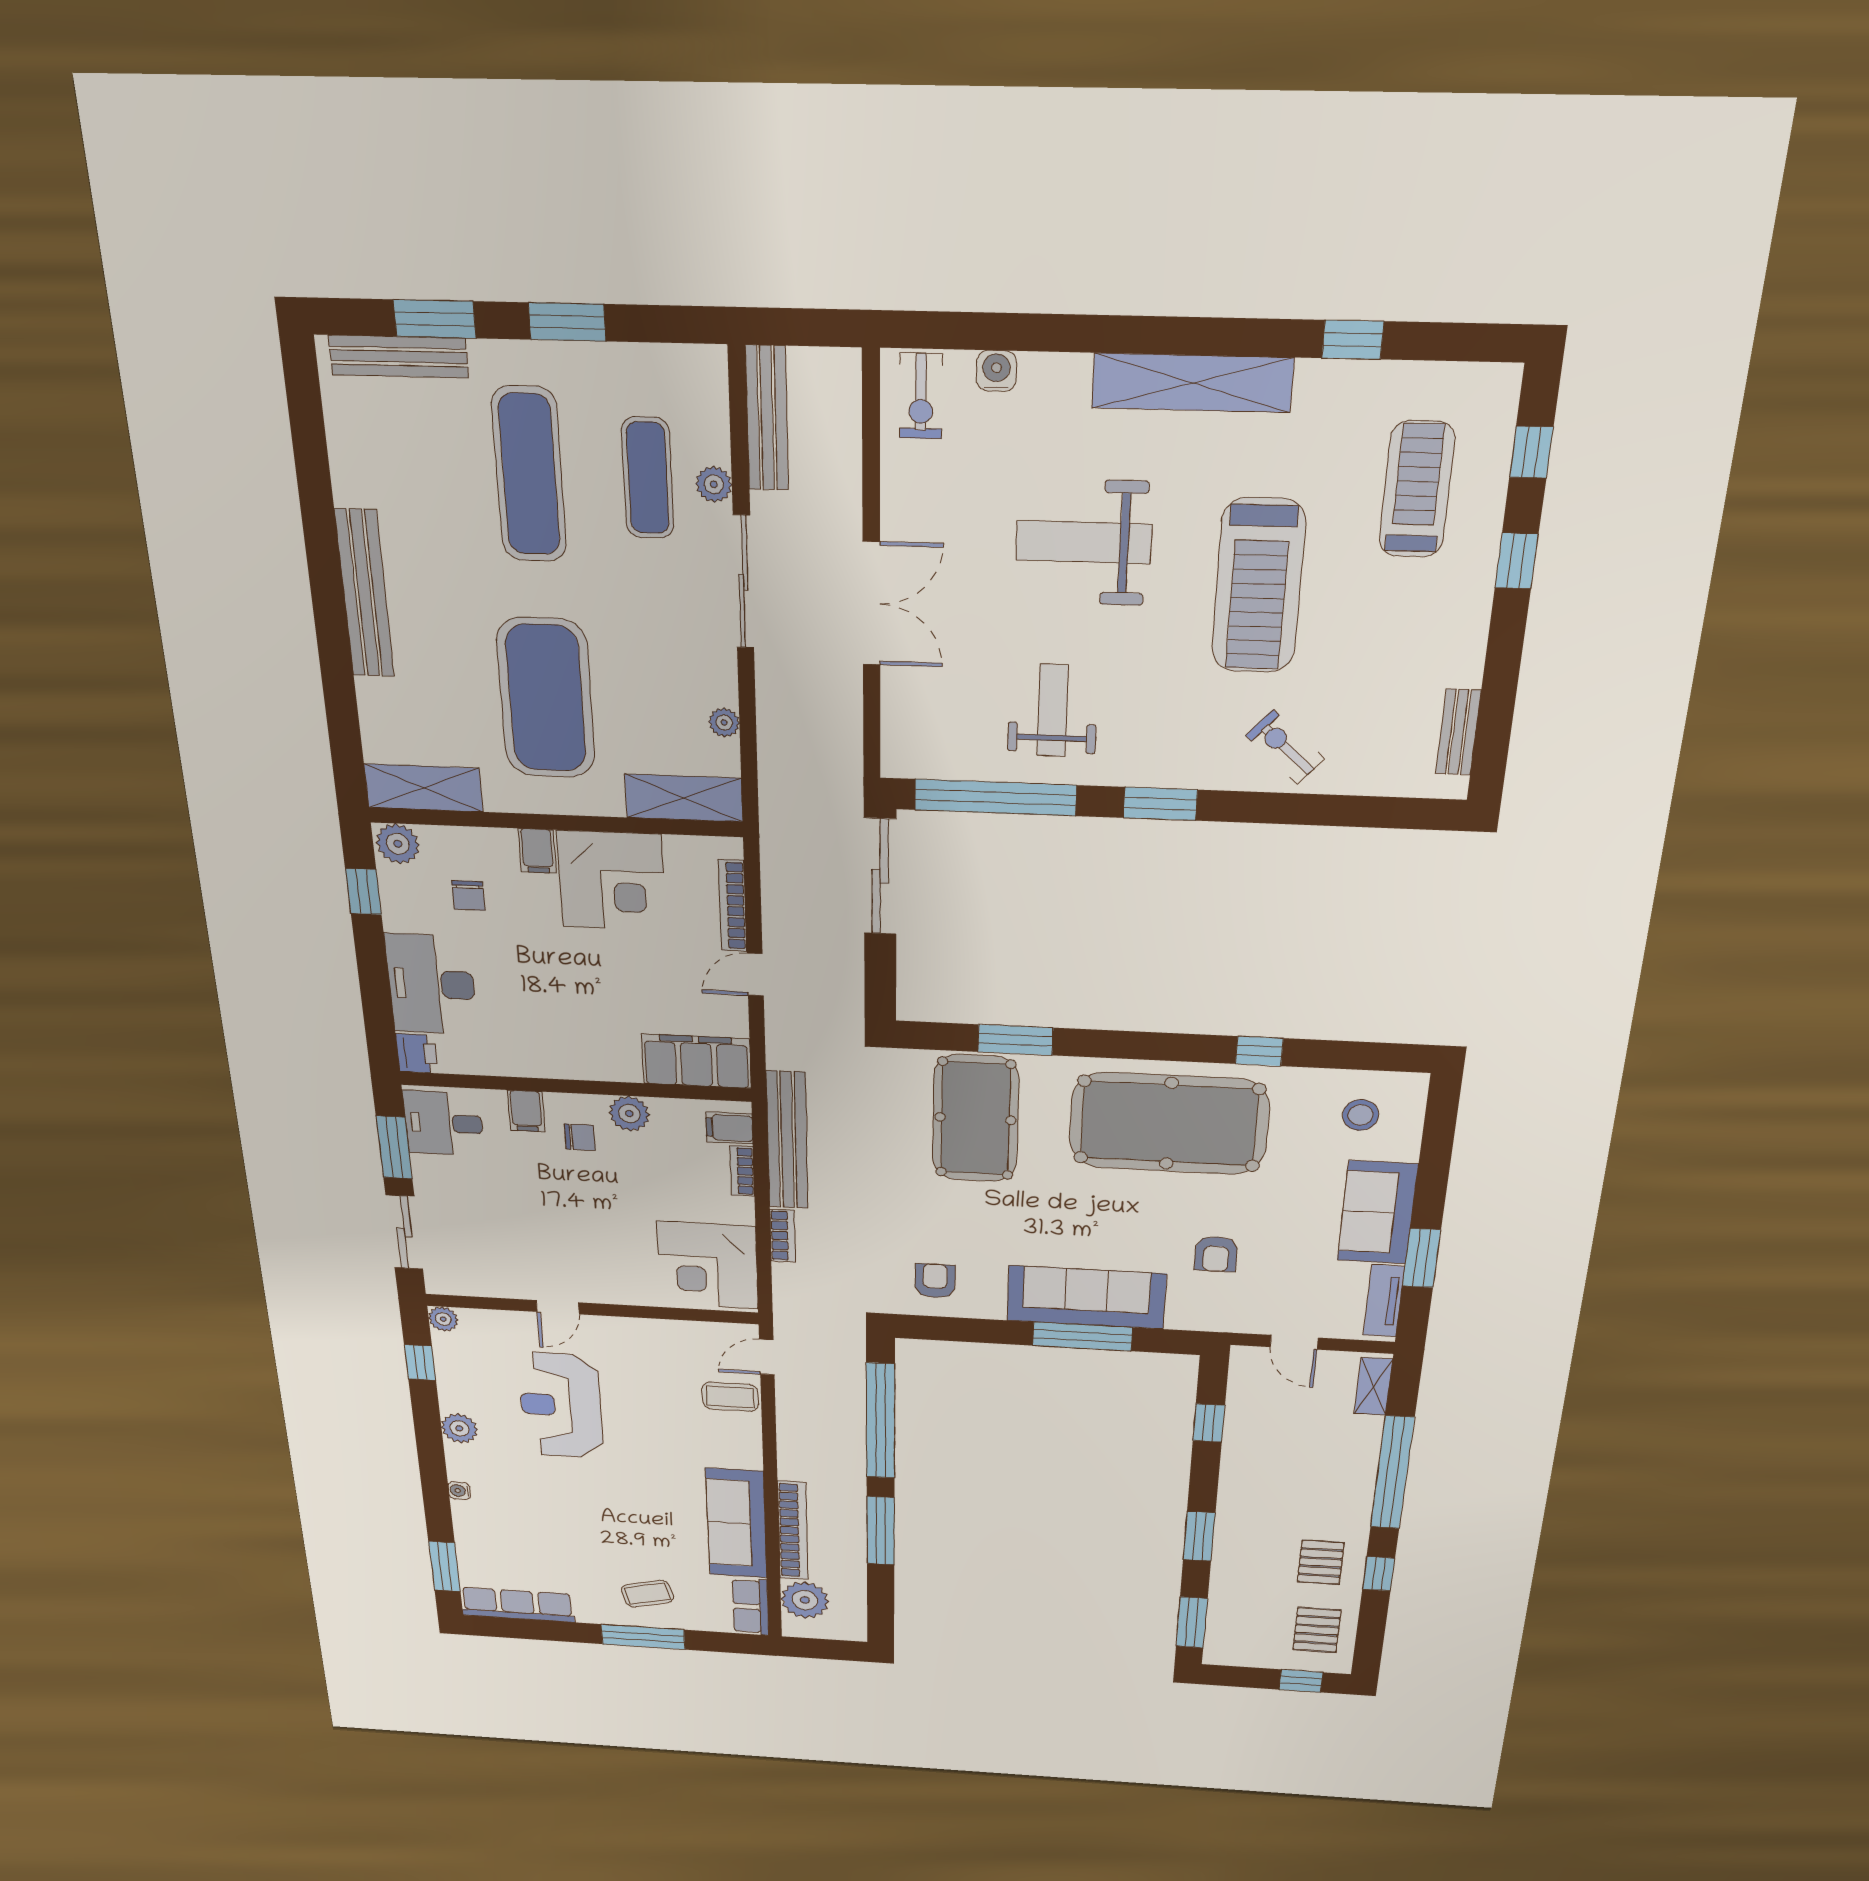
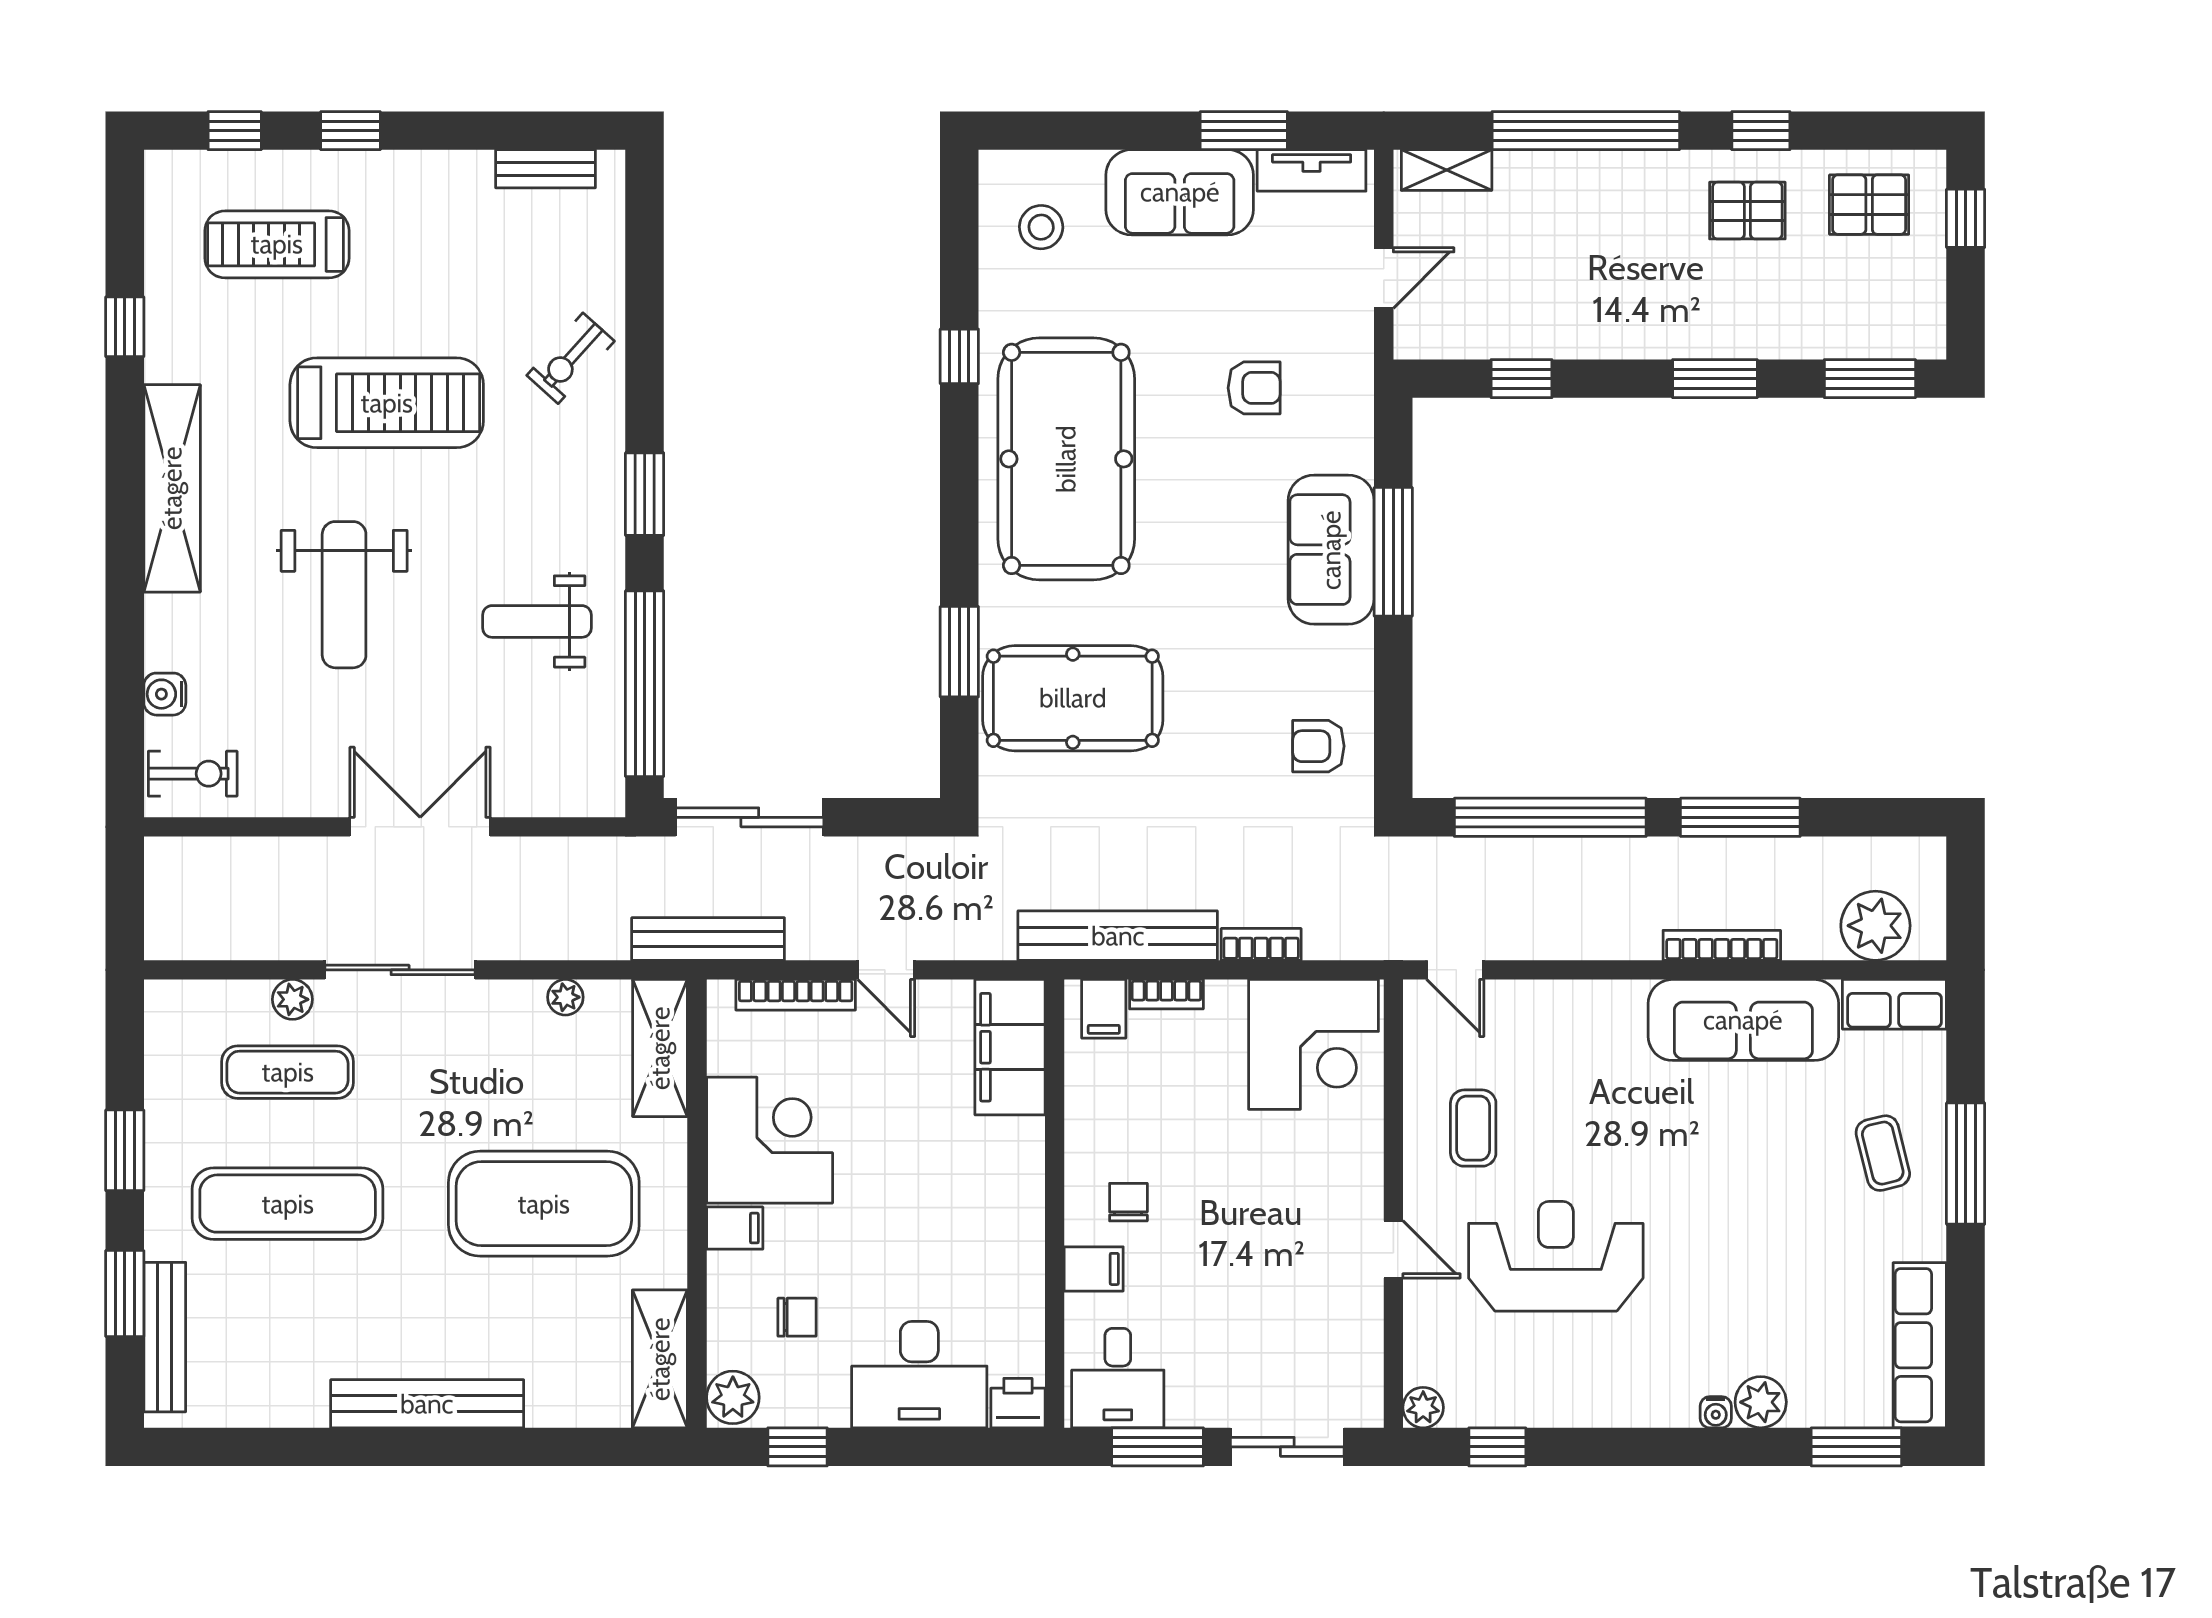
bench: (767, 418) -> (708, 939), moved
plant: (629, 1114) -> (1090, 1136), removed
sofa: (1086, 1297) -> (1331, 550), width x0.73
coffee table: (730, 1397) -> (1473, 1128), moved
reception desk: (561, 1405) -> (1556, 1256), turned 180
plant: (459, 1428) -> (1761, 1402), moved
bookcase: (793, 1531) -> (1722, 945), width x0.68, depth x0.76

